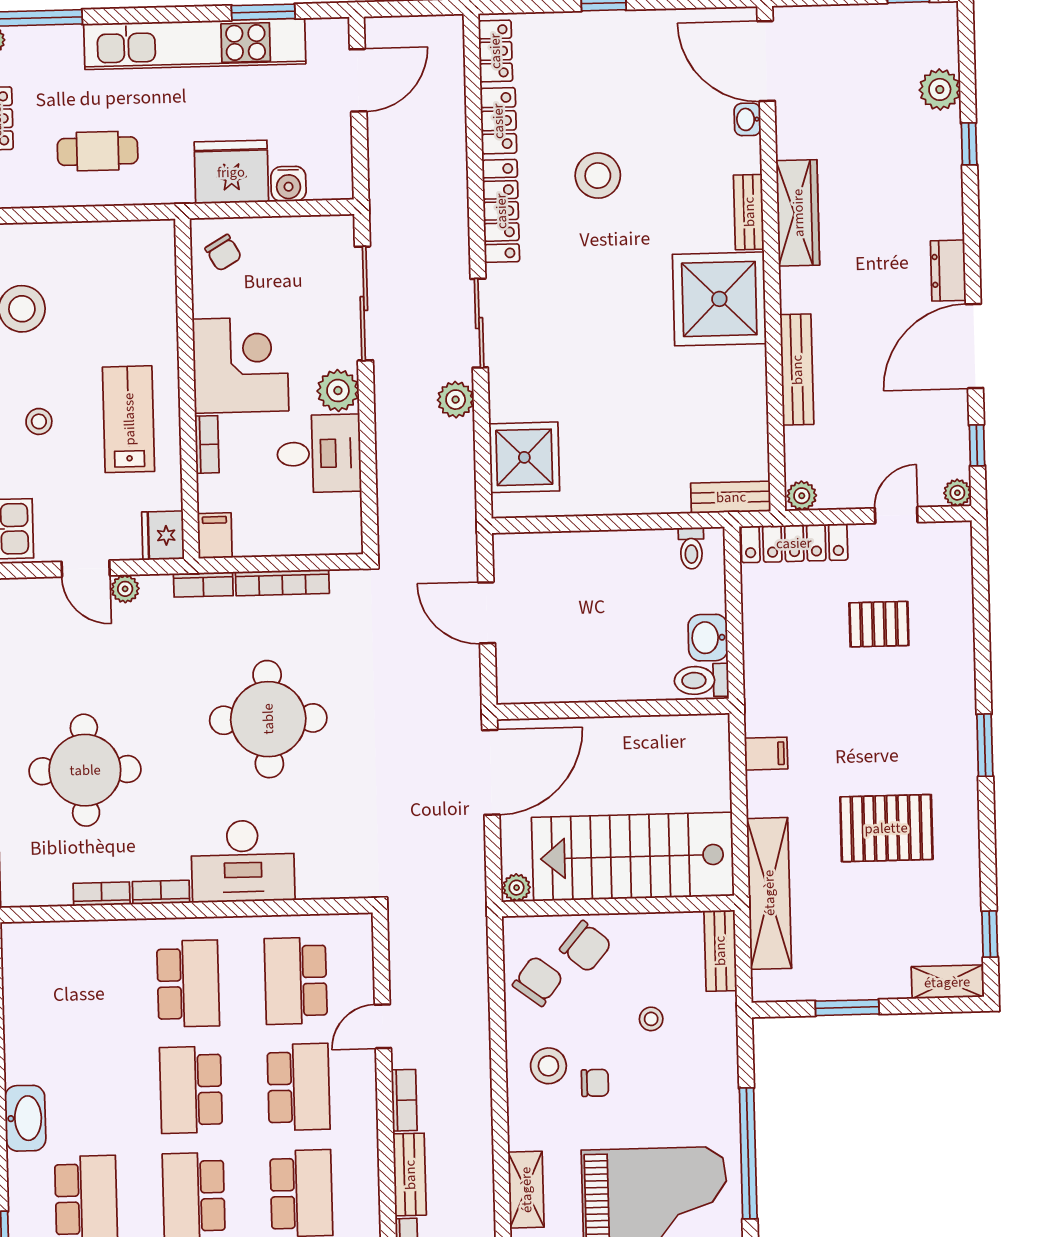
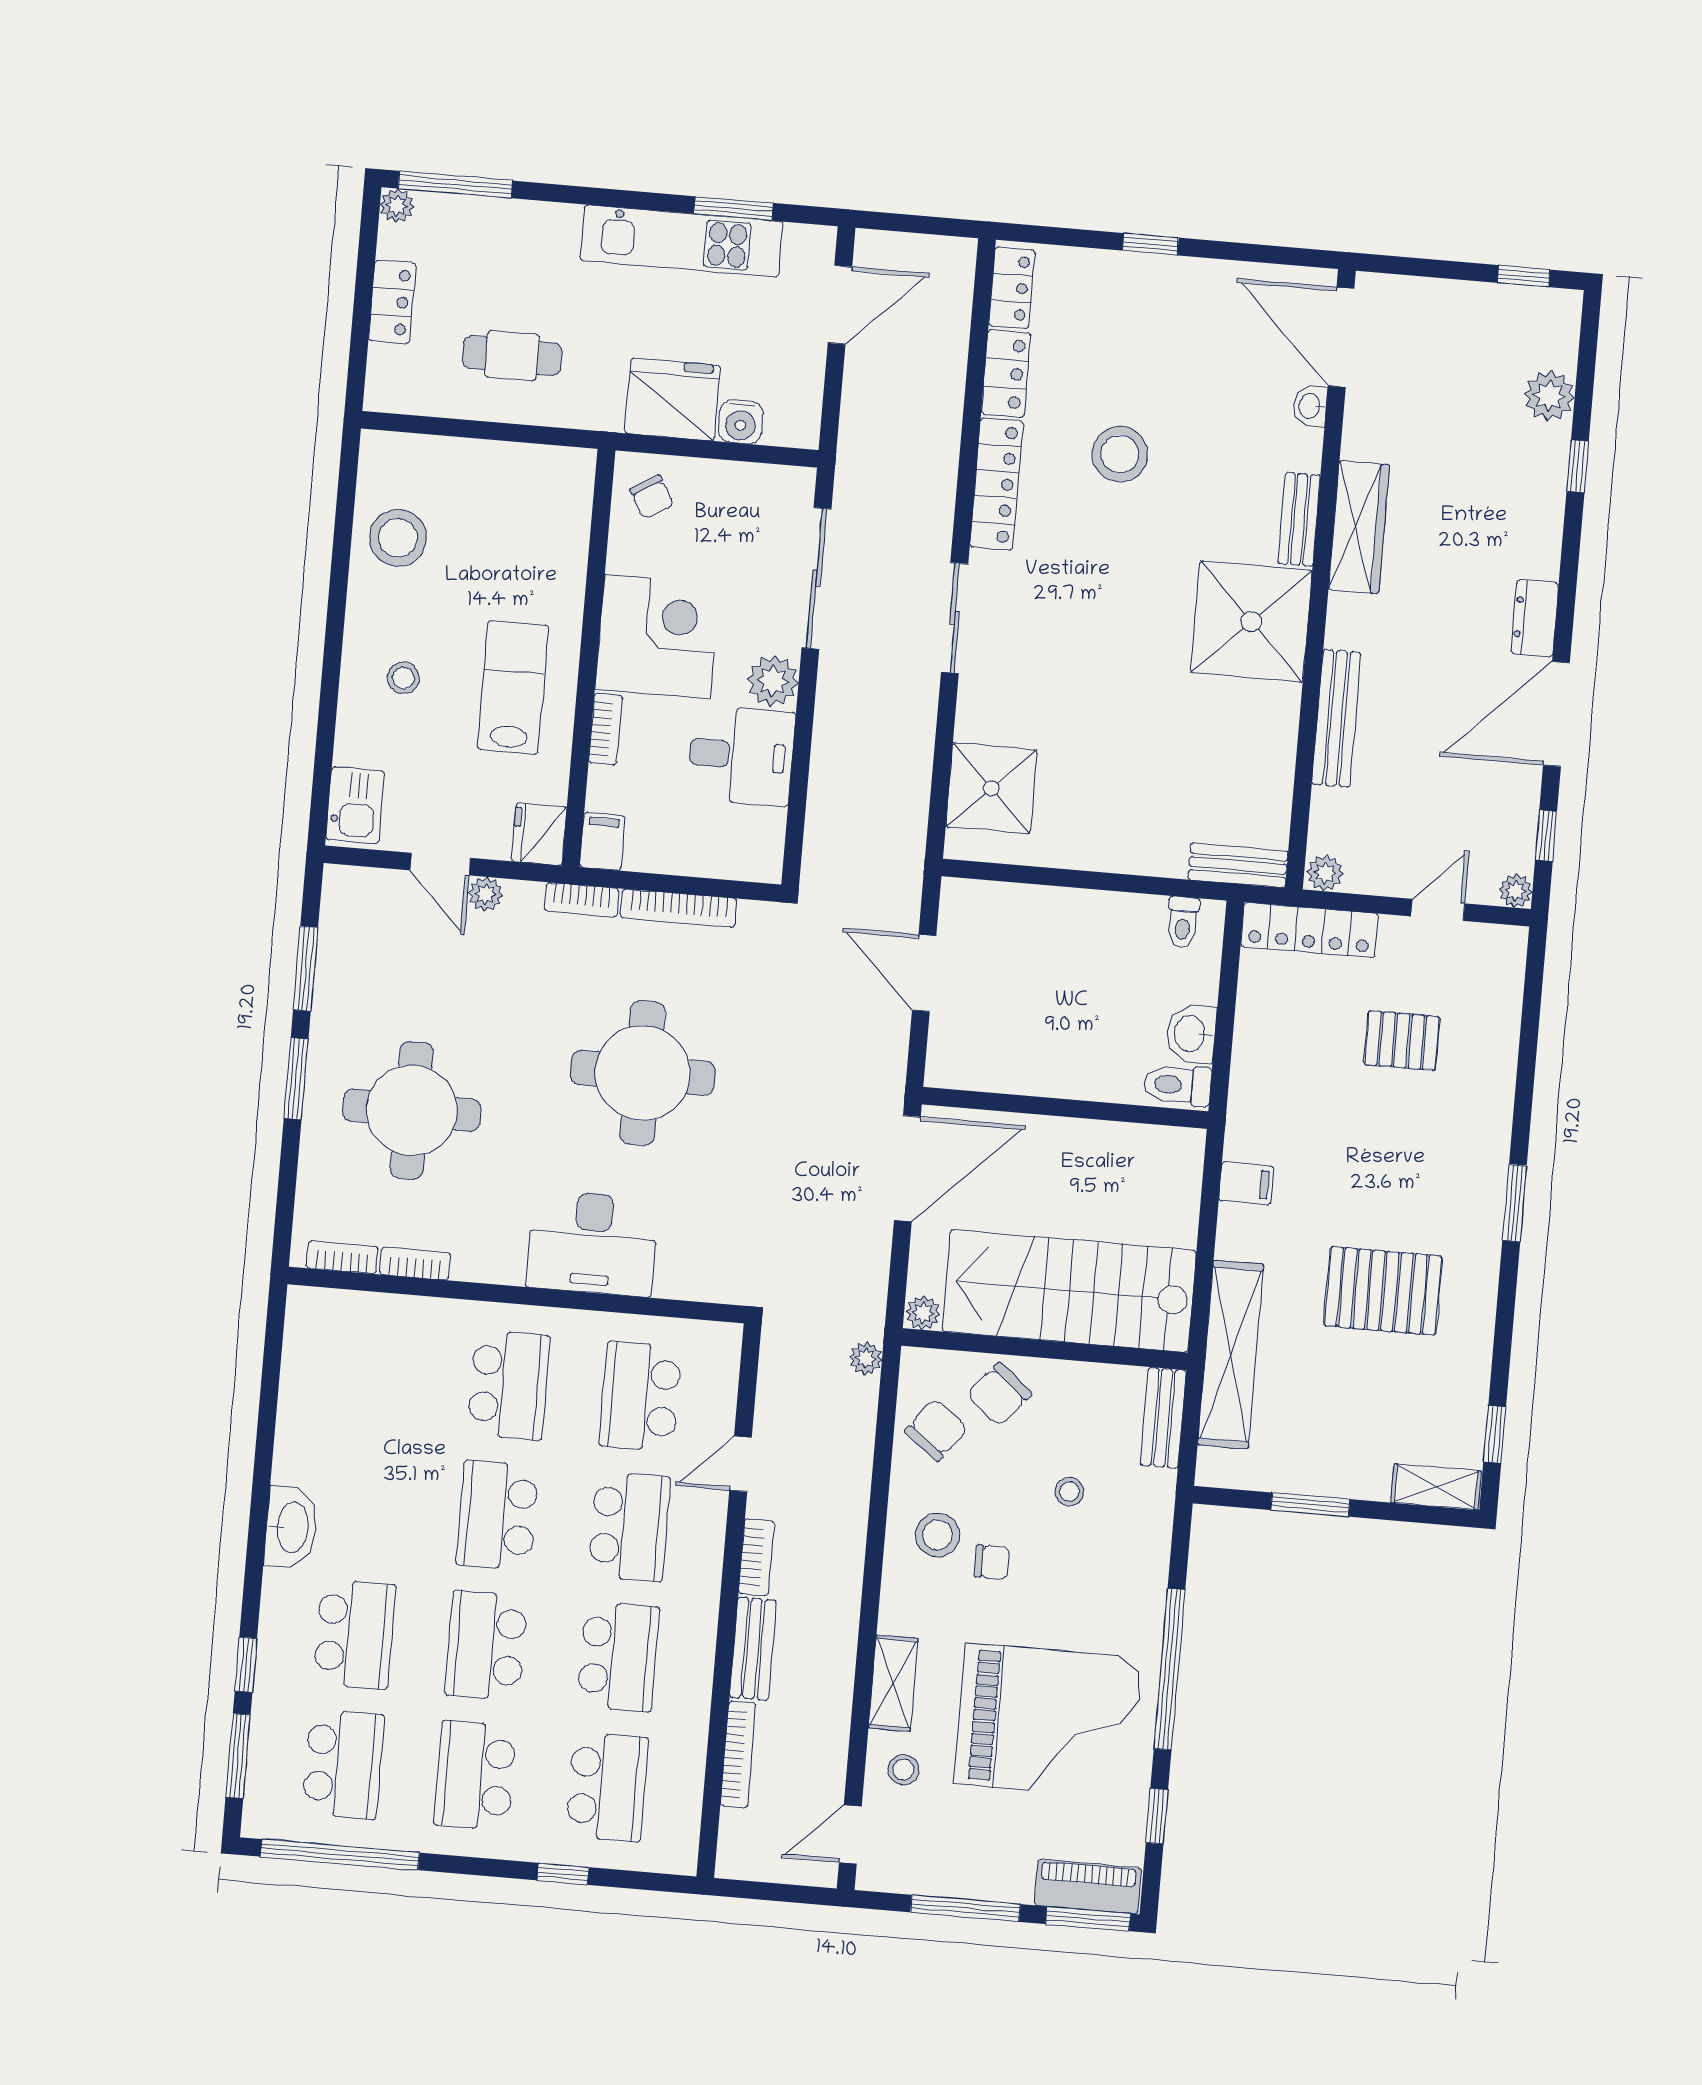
kitchen unit: (195, 44) -> (682, 241), width x0.73
plant: (456, 400) -> (866, 1358), moved, width x0.73, depth x0.73
bookcase: (161, 892) -> (342, 1257), moved
chair: (586, 946) -> (999, 1394), turned 90

